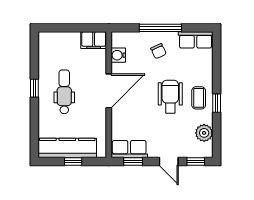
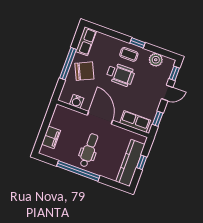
filing cabinet: (94, 40) -> (51, 137), moved
chair: (159, 51) -> (84, 71), width x1.87, depth x1.87
window: (34, 88) -> (78, 171), width x3.17
dental chair: (64, 92) -> (89, 150), turned 90
wheelchair: (170, 97) -> (120, 75), turned 180
row of seats: (129, 149) -> (135, 122), moved, turned 90

